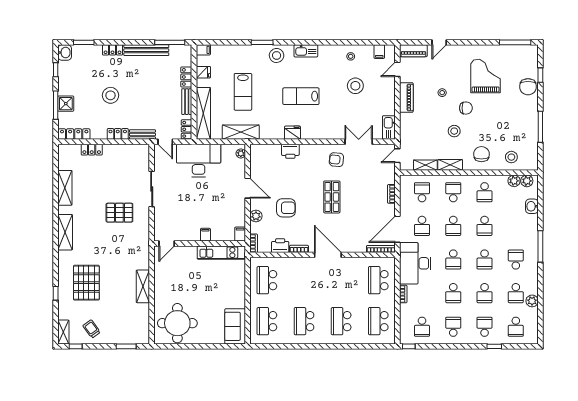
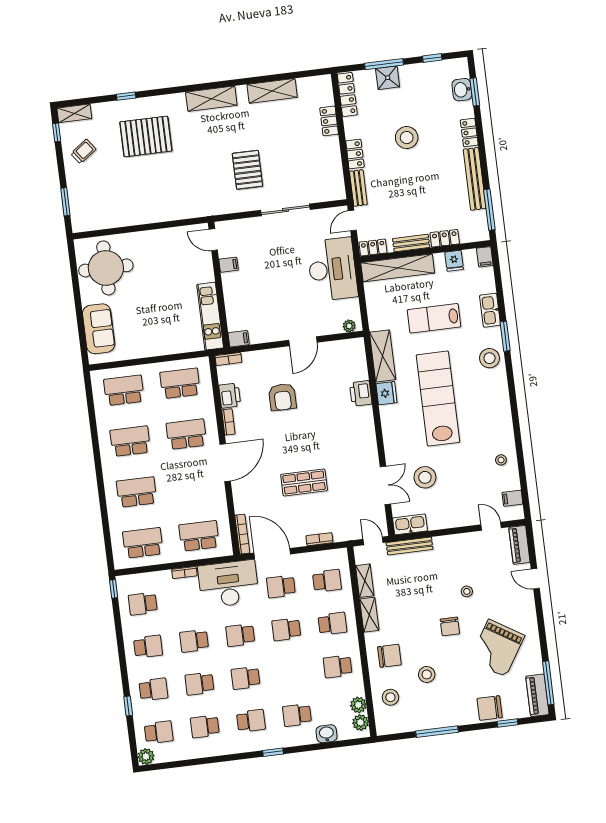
kitchen sink: (306, 51) -> (490, 310), moved
washbasin: (65, 52) -> (462, 90), moved, turned 90
grand piano: (486, 76) -> (497, 648), turned 122
stool: (355, 86) -> (425, 477), moved
lab bench: (301, 96) -> (438, 399), width x1.86, depth x1.39
piano: (406, 97) -> (537, 695), moved, turned 90
bench: (404, 130) -> (409, 546), added
stool: (454, 131) -> (427, 674), moved
shelving: (241, 132) -> (383, 356), moved
armchair: (336, 160) -> (357, 458), removed
shop shelf: (332, 197) -> (304, 482), moved
plant: (256, 216) -> (266, 357), removed
school desk: (485, 226) -> (297, 715), moved
filing cabinet: (205, 235) -> (229, 265), moved
window: (540, 246) -> (273, 752), width x0.46
school desk: (304, 280) -> (186, 434), added
shelving: (143, 286) -> (150, 214), removed
plant: (532, 301) -> (146, 756), moved
sofa: (235, 326) -> (99, 329), moved, turned 90
school desk: (516, 327) -> (159, 732), turned 180

